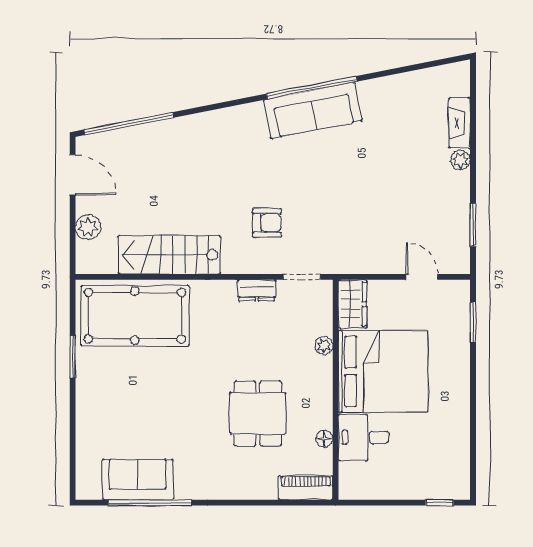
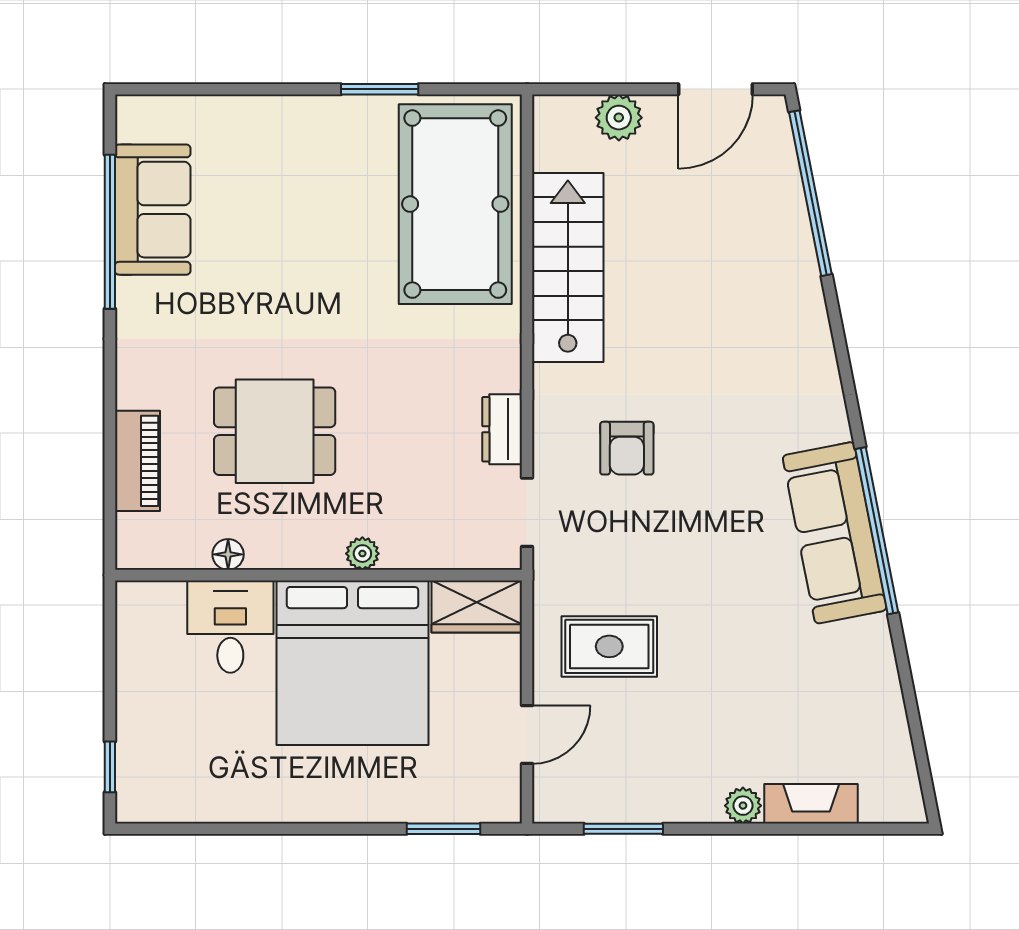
rug: (374, 232) -> (609, 646), added
plant: (324, 345) -> (362, 554), moved
piano: (306, 488) -> (137, 461), moved

